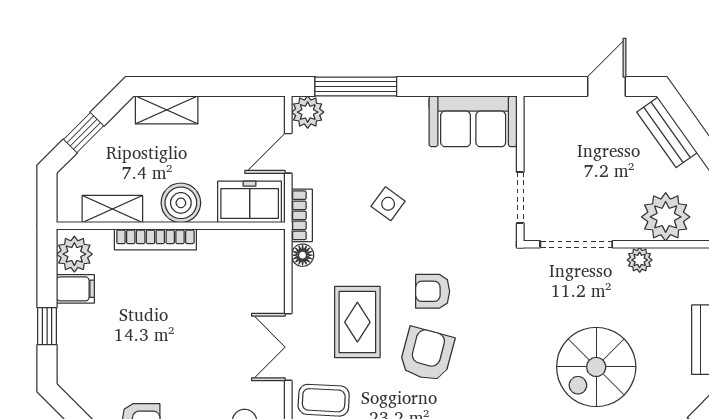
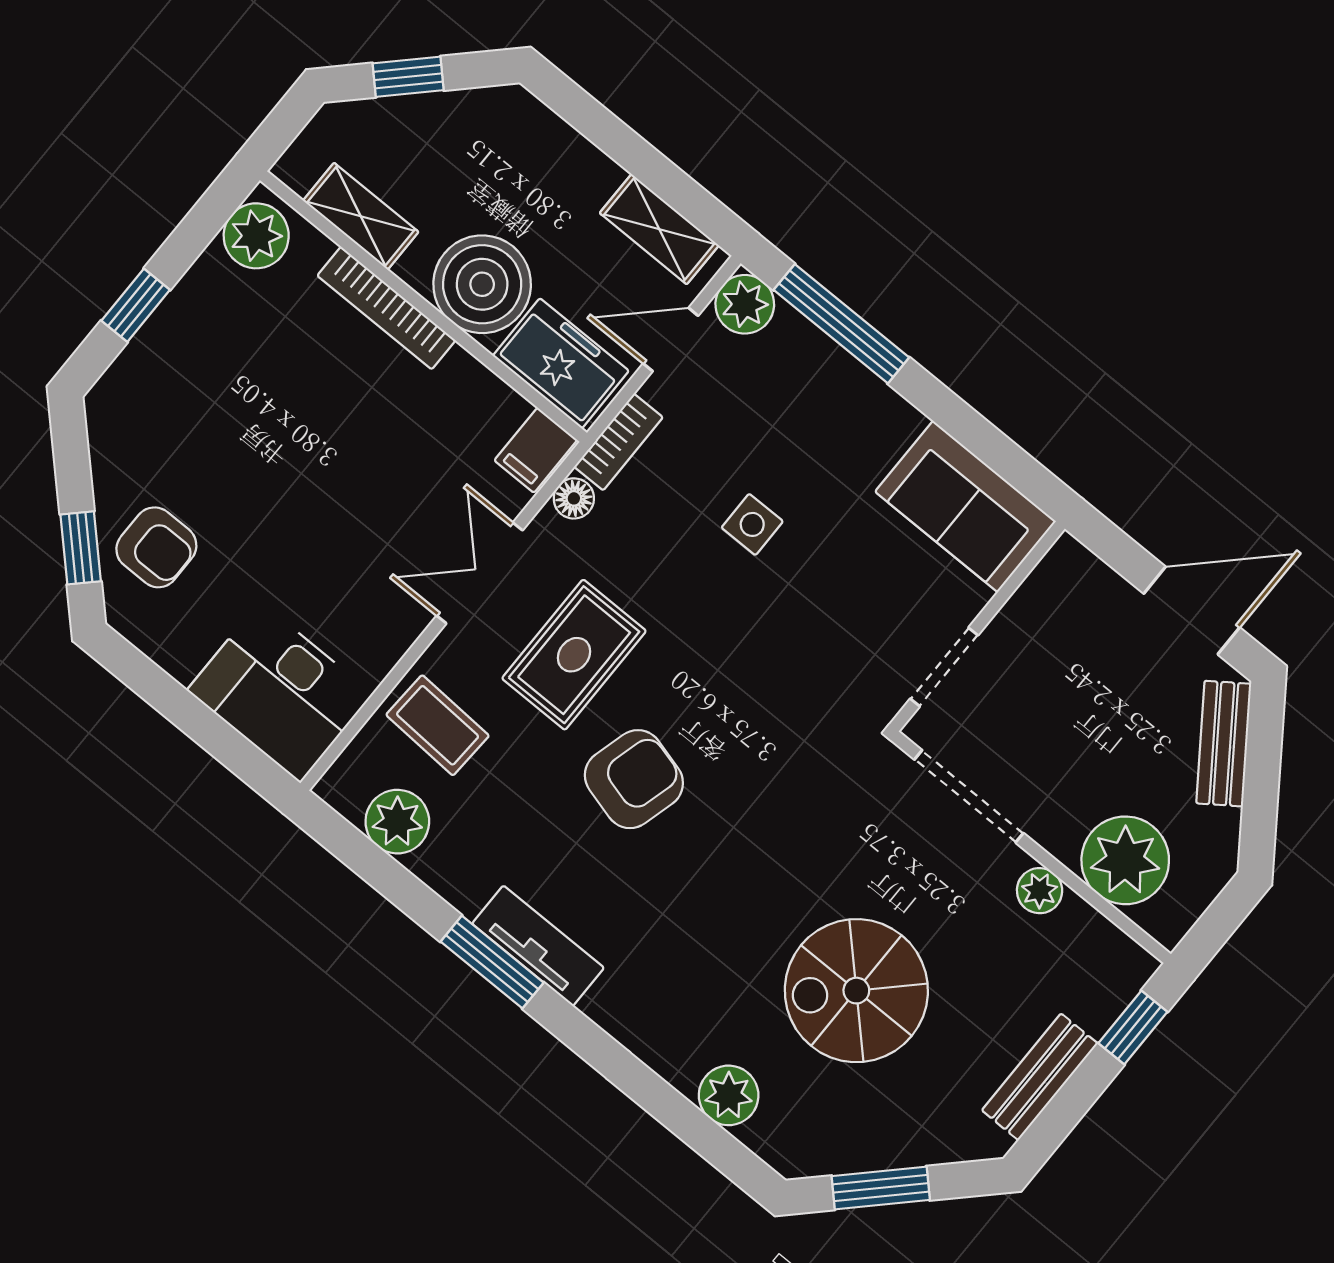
door: (607, 87) -> (1192, 611), width x1.38
shelving: (167, 110) -> (659, 229), moved
boiler: (181, 203) -> (482, 284), width x1.37, depth x1.37
side table: (388, 204) -> (752, 524), turned -36
filing cabinet: (75, 289) -> (536, 450), moved, turned 90
armchair: (433, 291) -> (714, 698), removed
double door: (288, 347) -> (480, 573), moved

